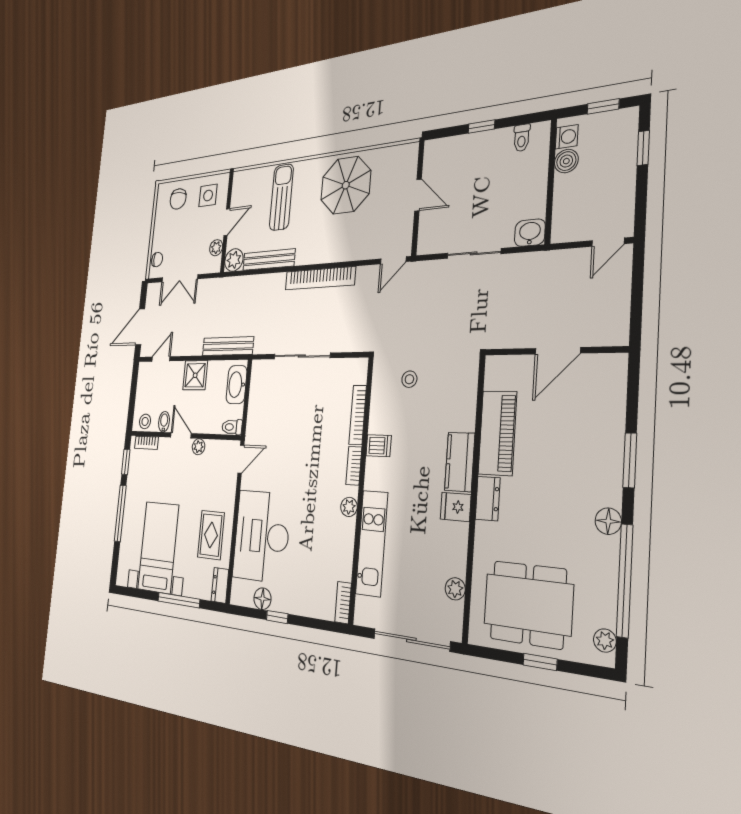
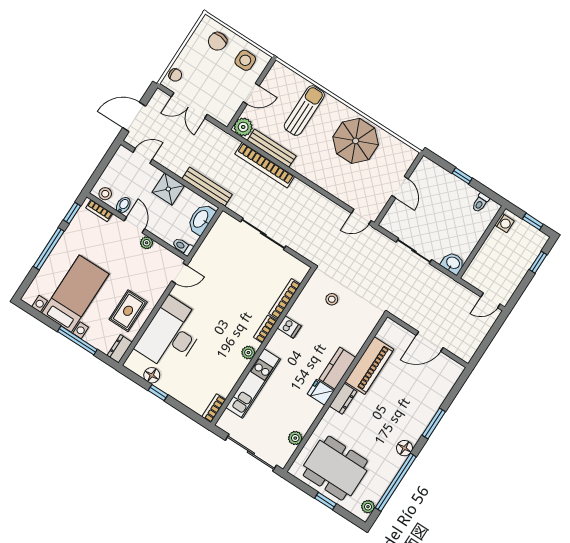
boiler: (566, 161) -> (496, 237), removed
plant: (216, 248) -> (233, 106), removed
bookcase: (320, 278) -> (265, 165), moved

